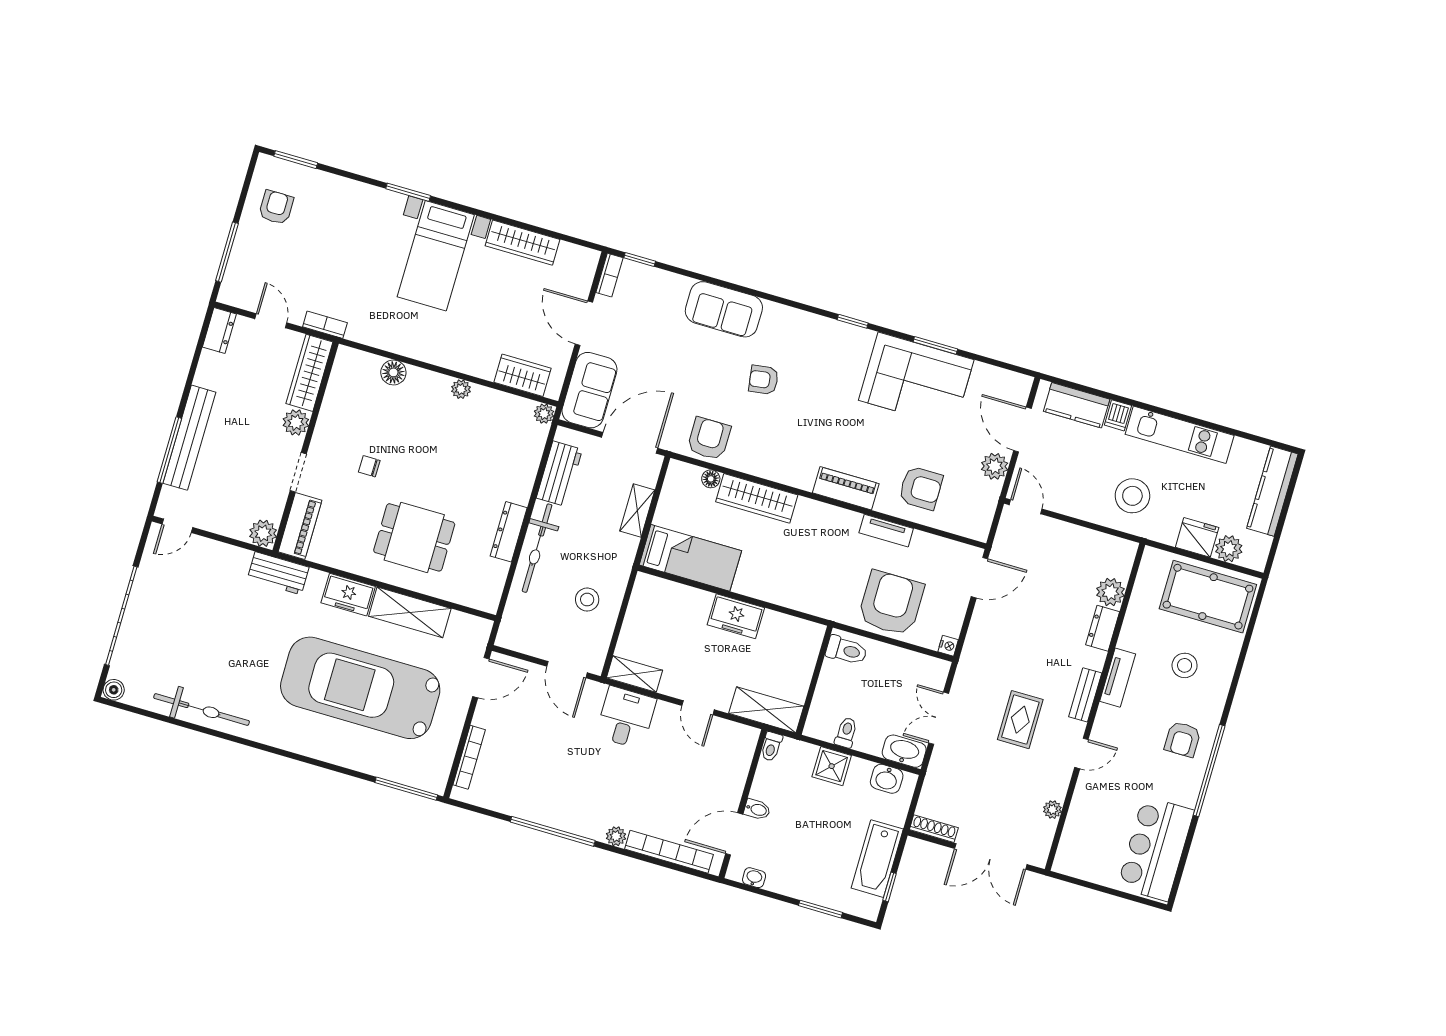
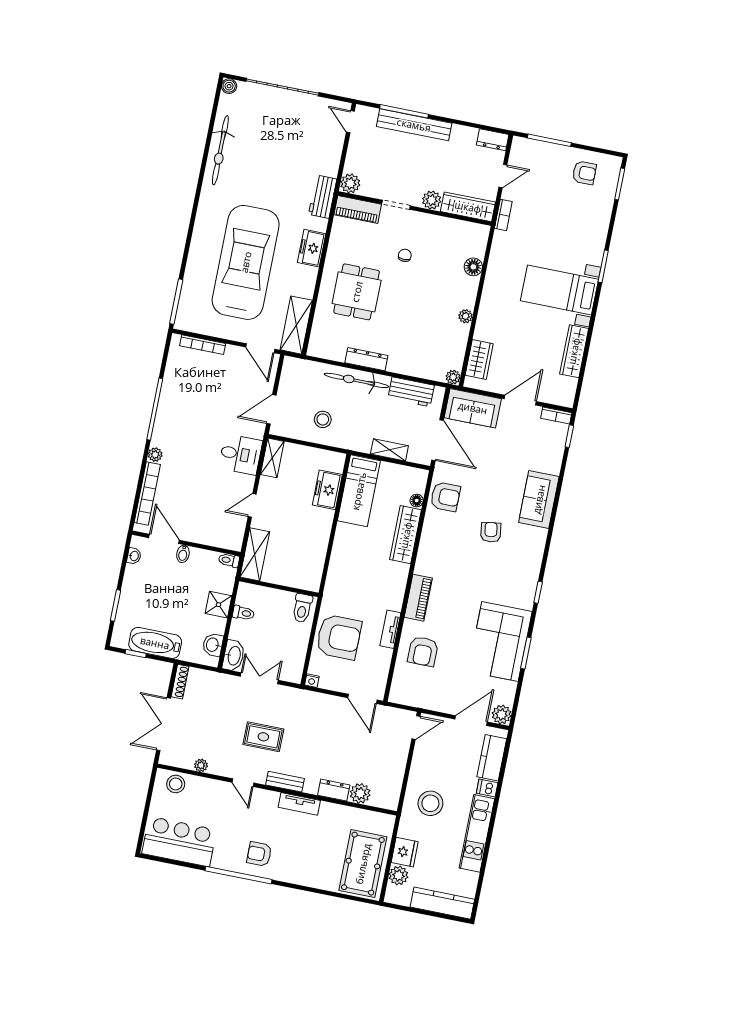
plant: (995, 466) -> (502, 715), moved
shelving: (410, 612) -> (296, 325), moved
freezer: (736, 616) -> (327, 490), moved
stool: (1185, 665) -> (176, 784), moved

